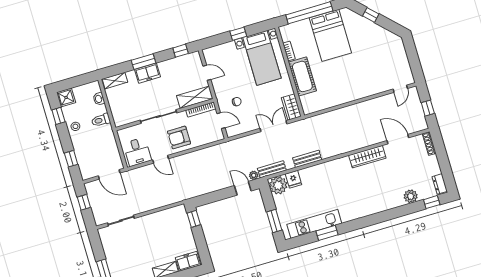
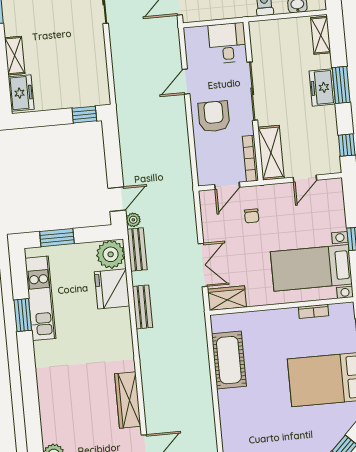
cot: (302, 76) -> (229, 360), moved, turned 90
desk: (137, 152) -> (227, 43), moved, turned 90
fridge: (293, 179) -> (112, 289), width x1.88, depth x1.34

